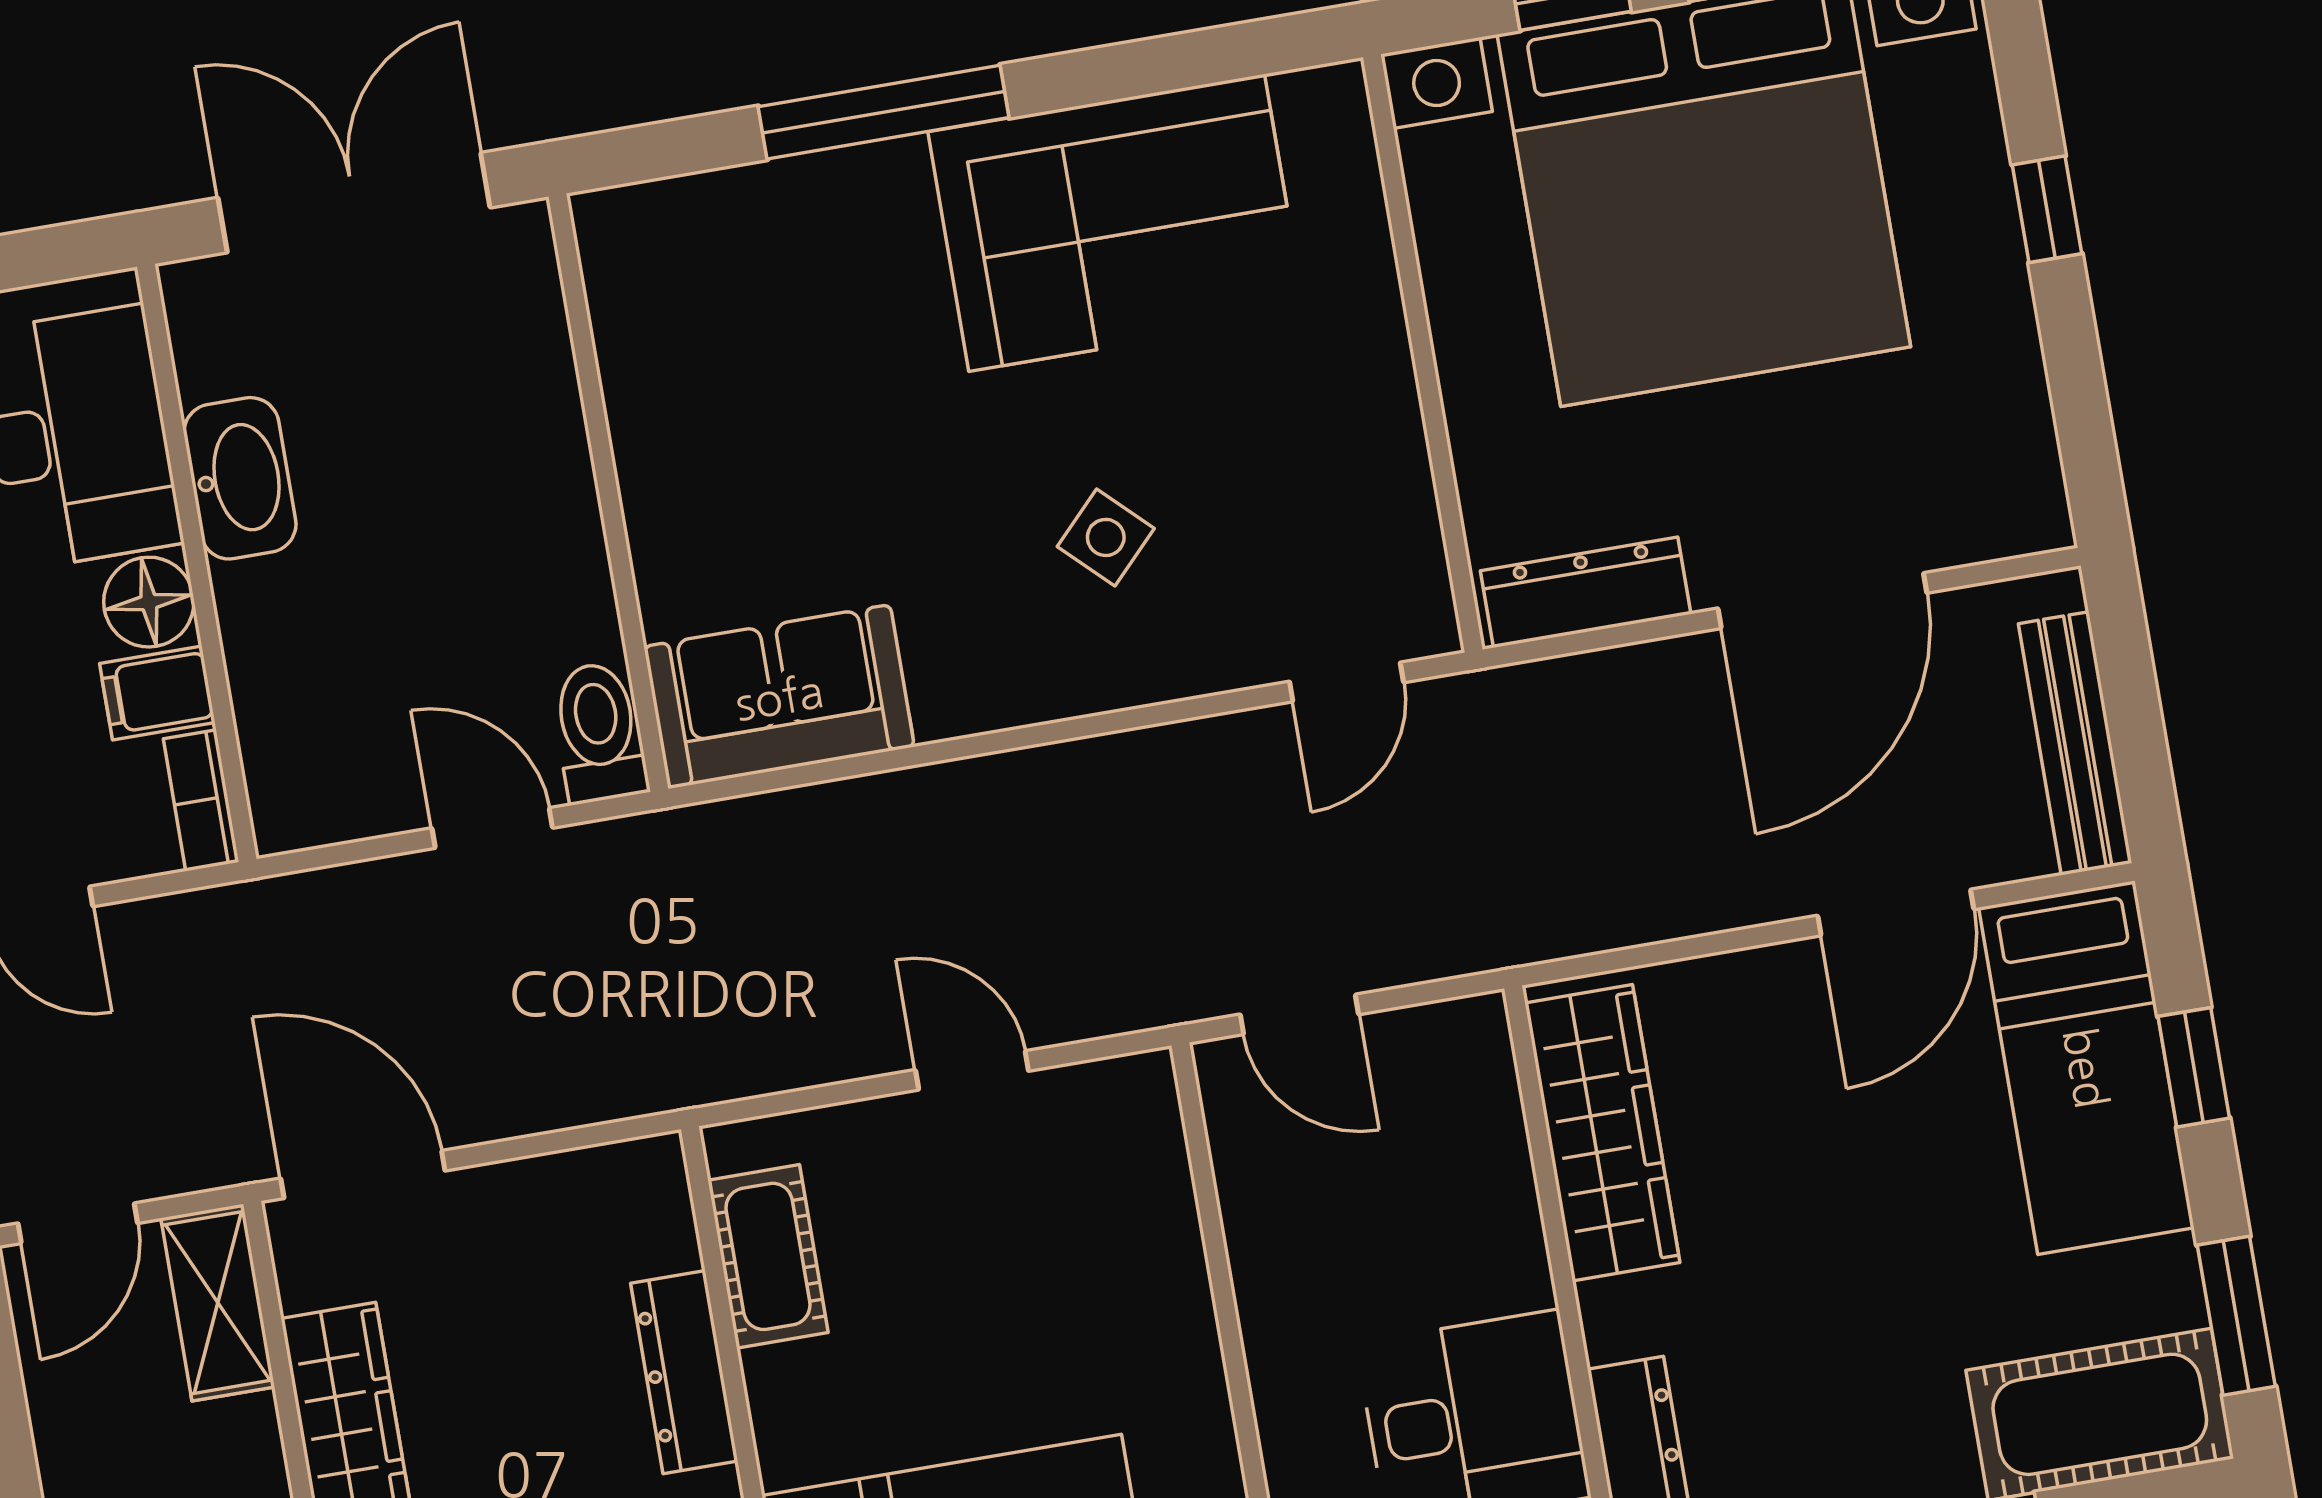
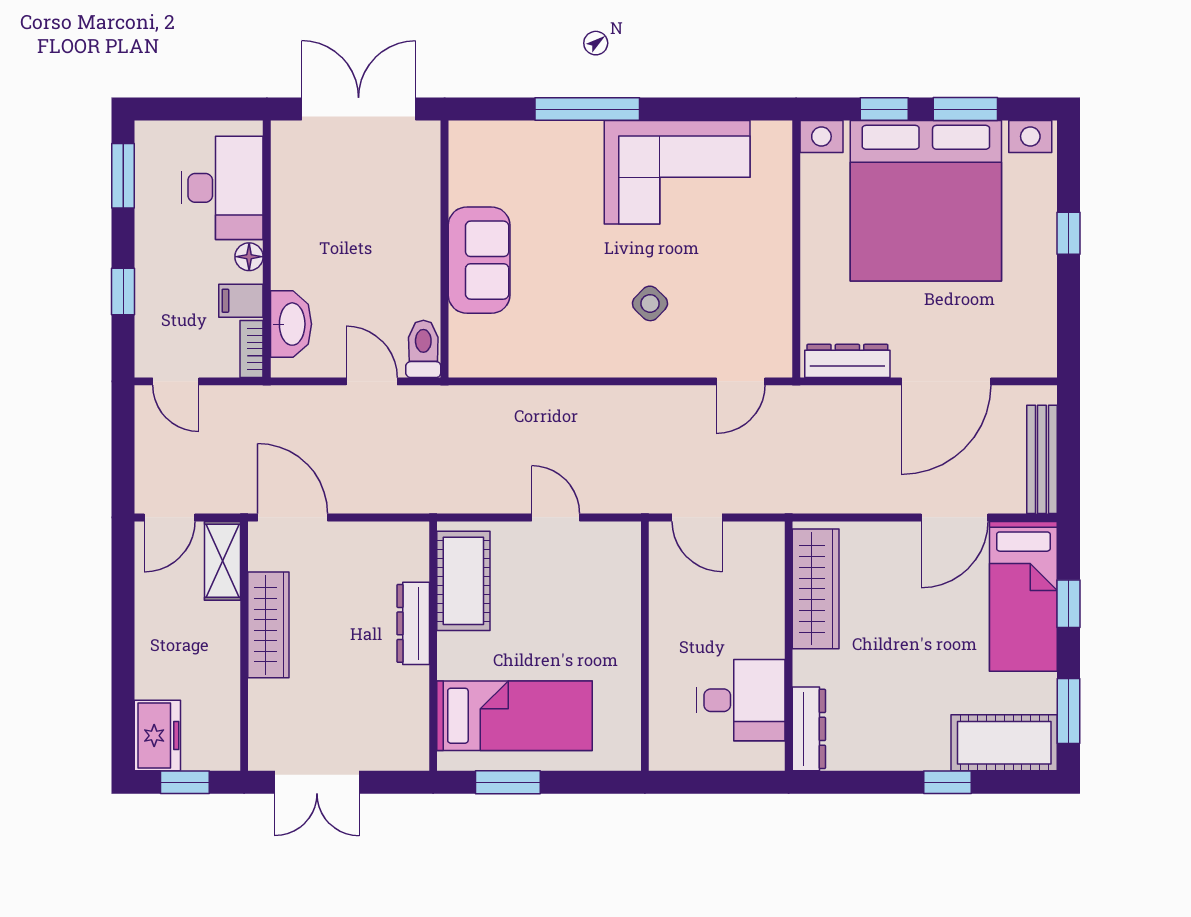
washbasin: (240, 478) -> (291, 324), moved
floor lamp: (149, 602) -> (249, 257), width x0.73, depth x0.73
sofa: (779, 697) -> (479, 260), moved, turned 90
cot: (768, 1256) -> (463, 581), width x1.37, depth x1.34

